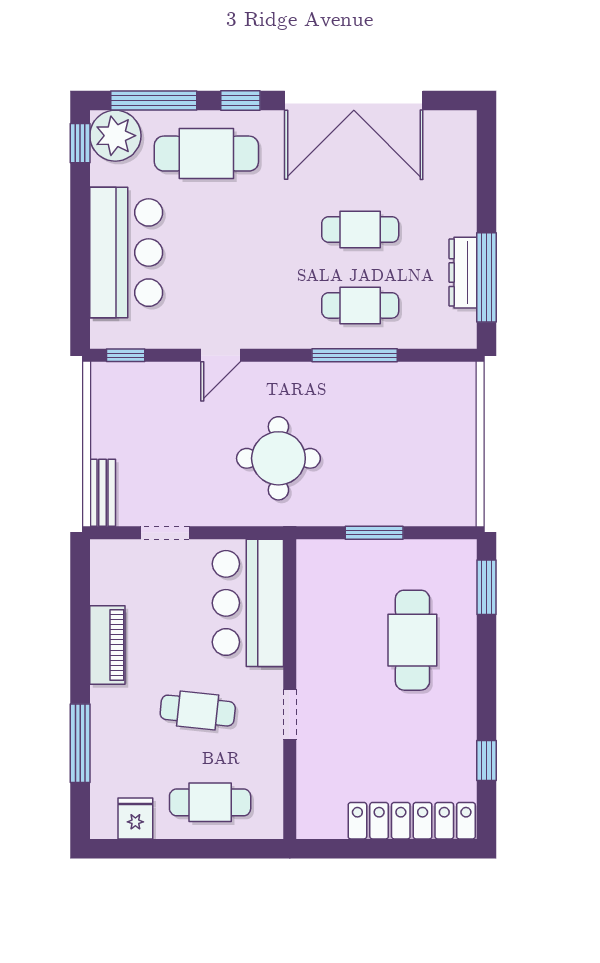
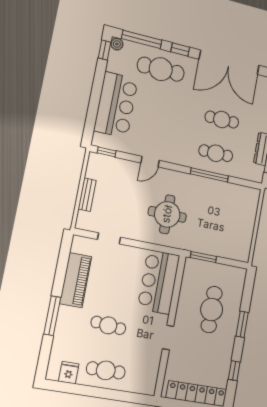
plant: (115, 136) -> (117, 44), width x0.53, depth x0.53
bench: (103, 493) -> (87, 195), moved
window: (487, 587) -> (242, 324), moved
bar counter: (248, 603) -> (159, 282), moved
piano: (107, 645) -> (76, 280), width x1.37, depth x1.33
wall: (290, 689) -> (170, 326), moved
doorway: (290, 714) -> (168, 337), moved
window: (80, 743) -> (52, 316), moved

